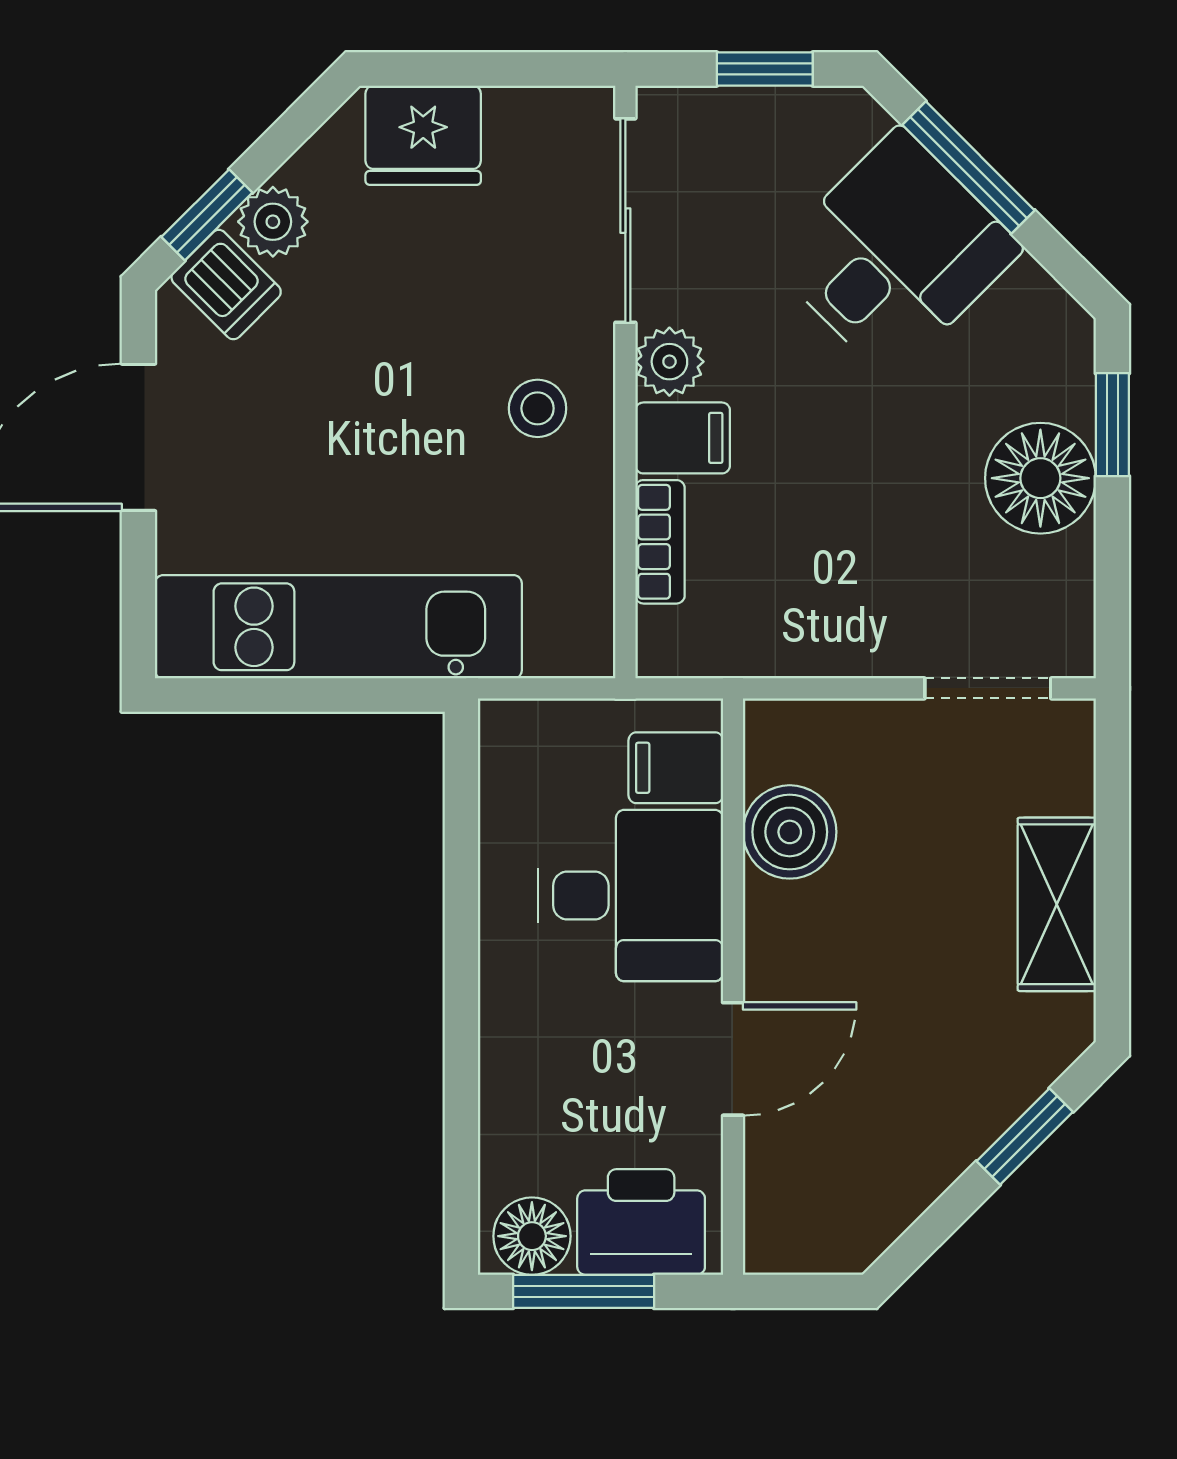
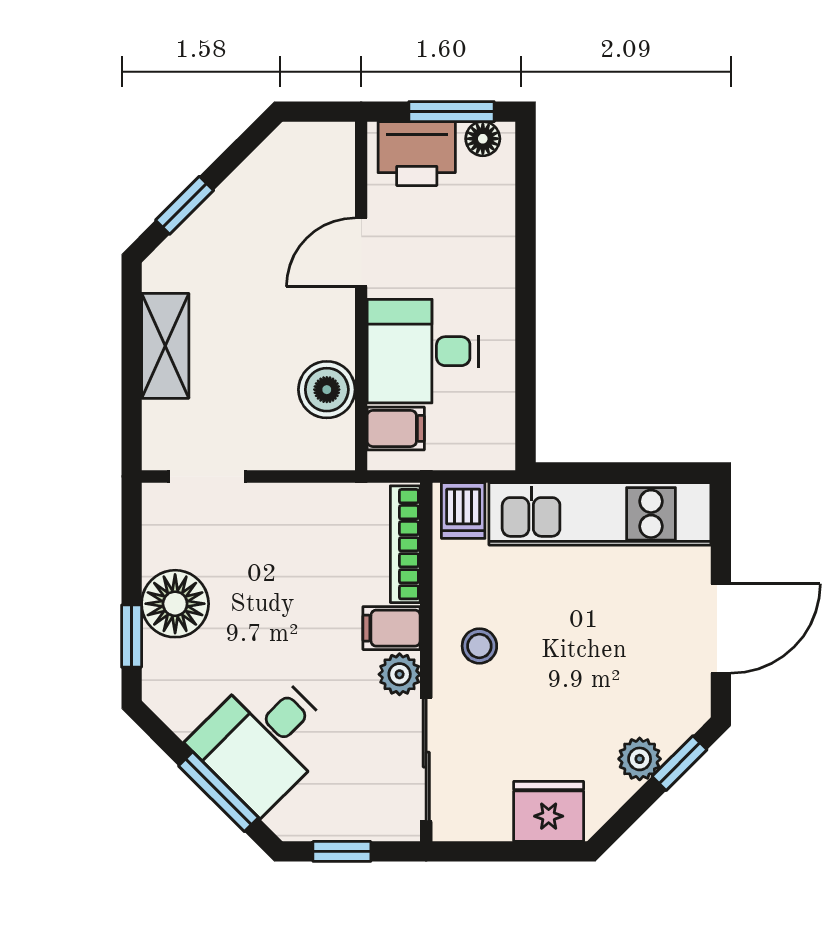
dishwasher: (226, 285) -> (463, 510), moved, turned -135
bookcase: (660, 542) -> (405, 544), width x1.56
floor lamp: (532, 1236) -> (483, 139), width x0.73, depth x0.73

